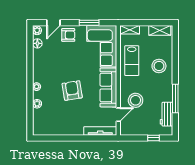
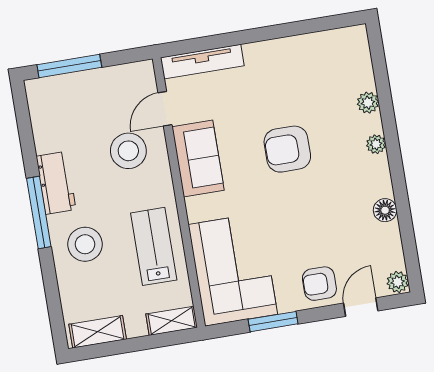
floor lamp: (37, 43) -> (385, 210), moved
sofa: (108, 88) -> (198, 158), width x0.73
armchair: (72, 91) -> (287, 149), turned 99
window: (175, 99) -> (39, 212), moved
workbench: (166, 114) -> (56, 183), moved
window: (153, 138) -> (69, 66), width x2.17

